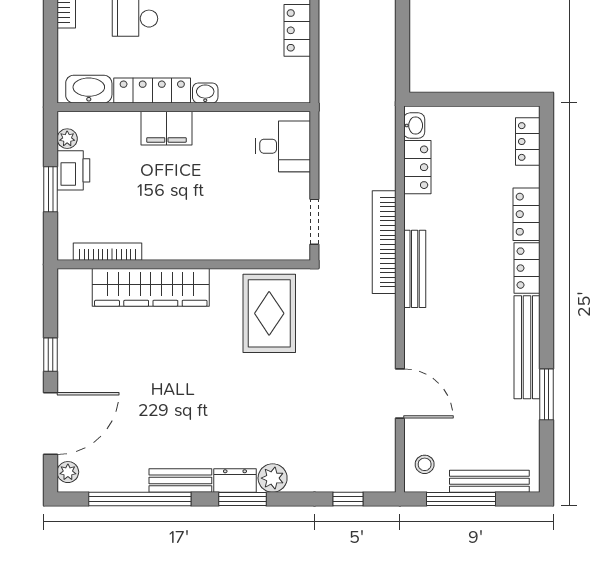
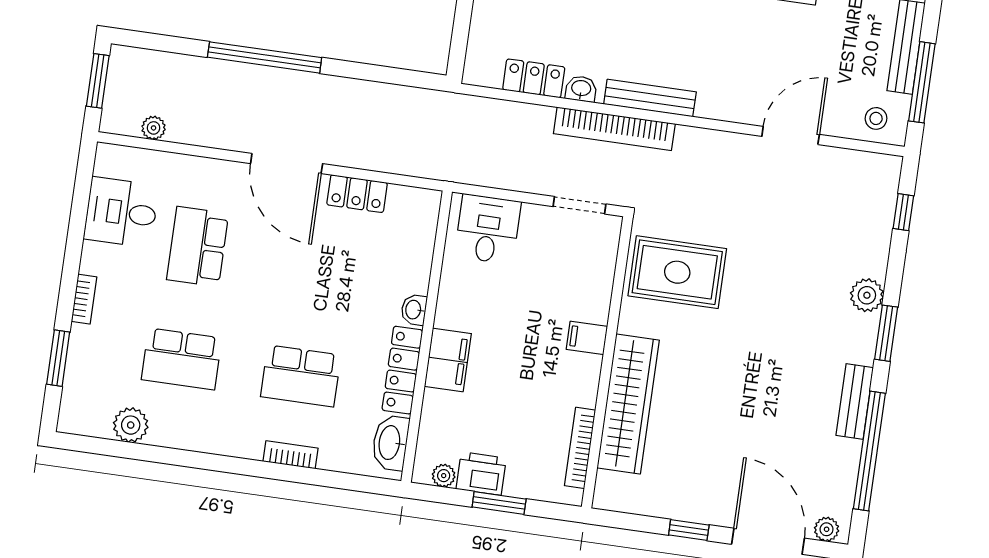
washbasin: (414, 126) -> (581, 89), moved
filing cabinet: (202, 244) -> (587, 338), added
dresser: (235, 481) -> (864, 339), removed

